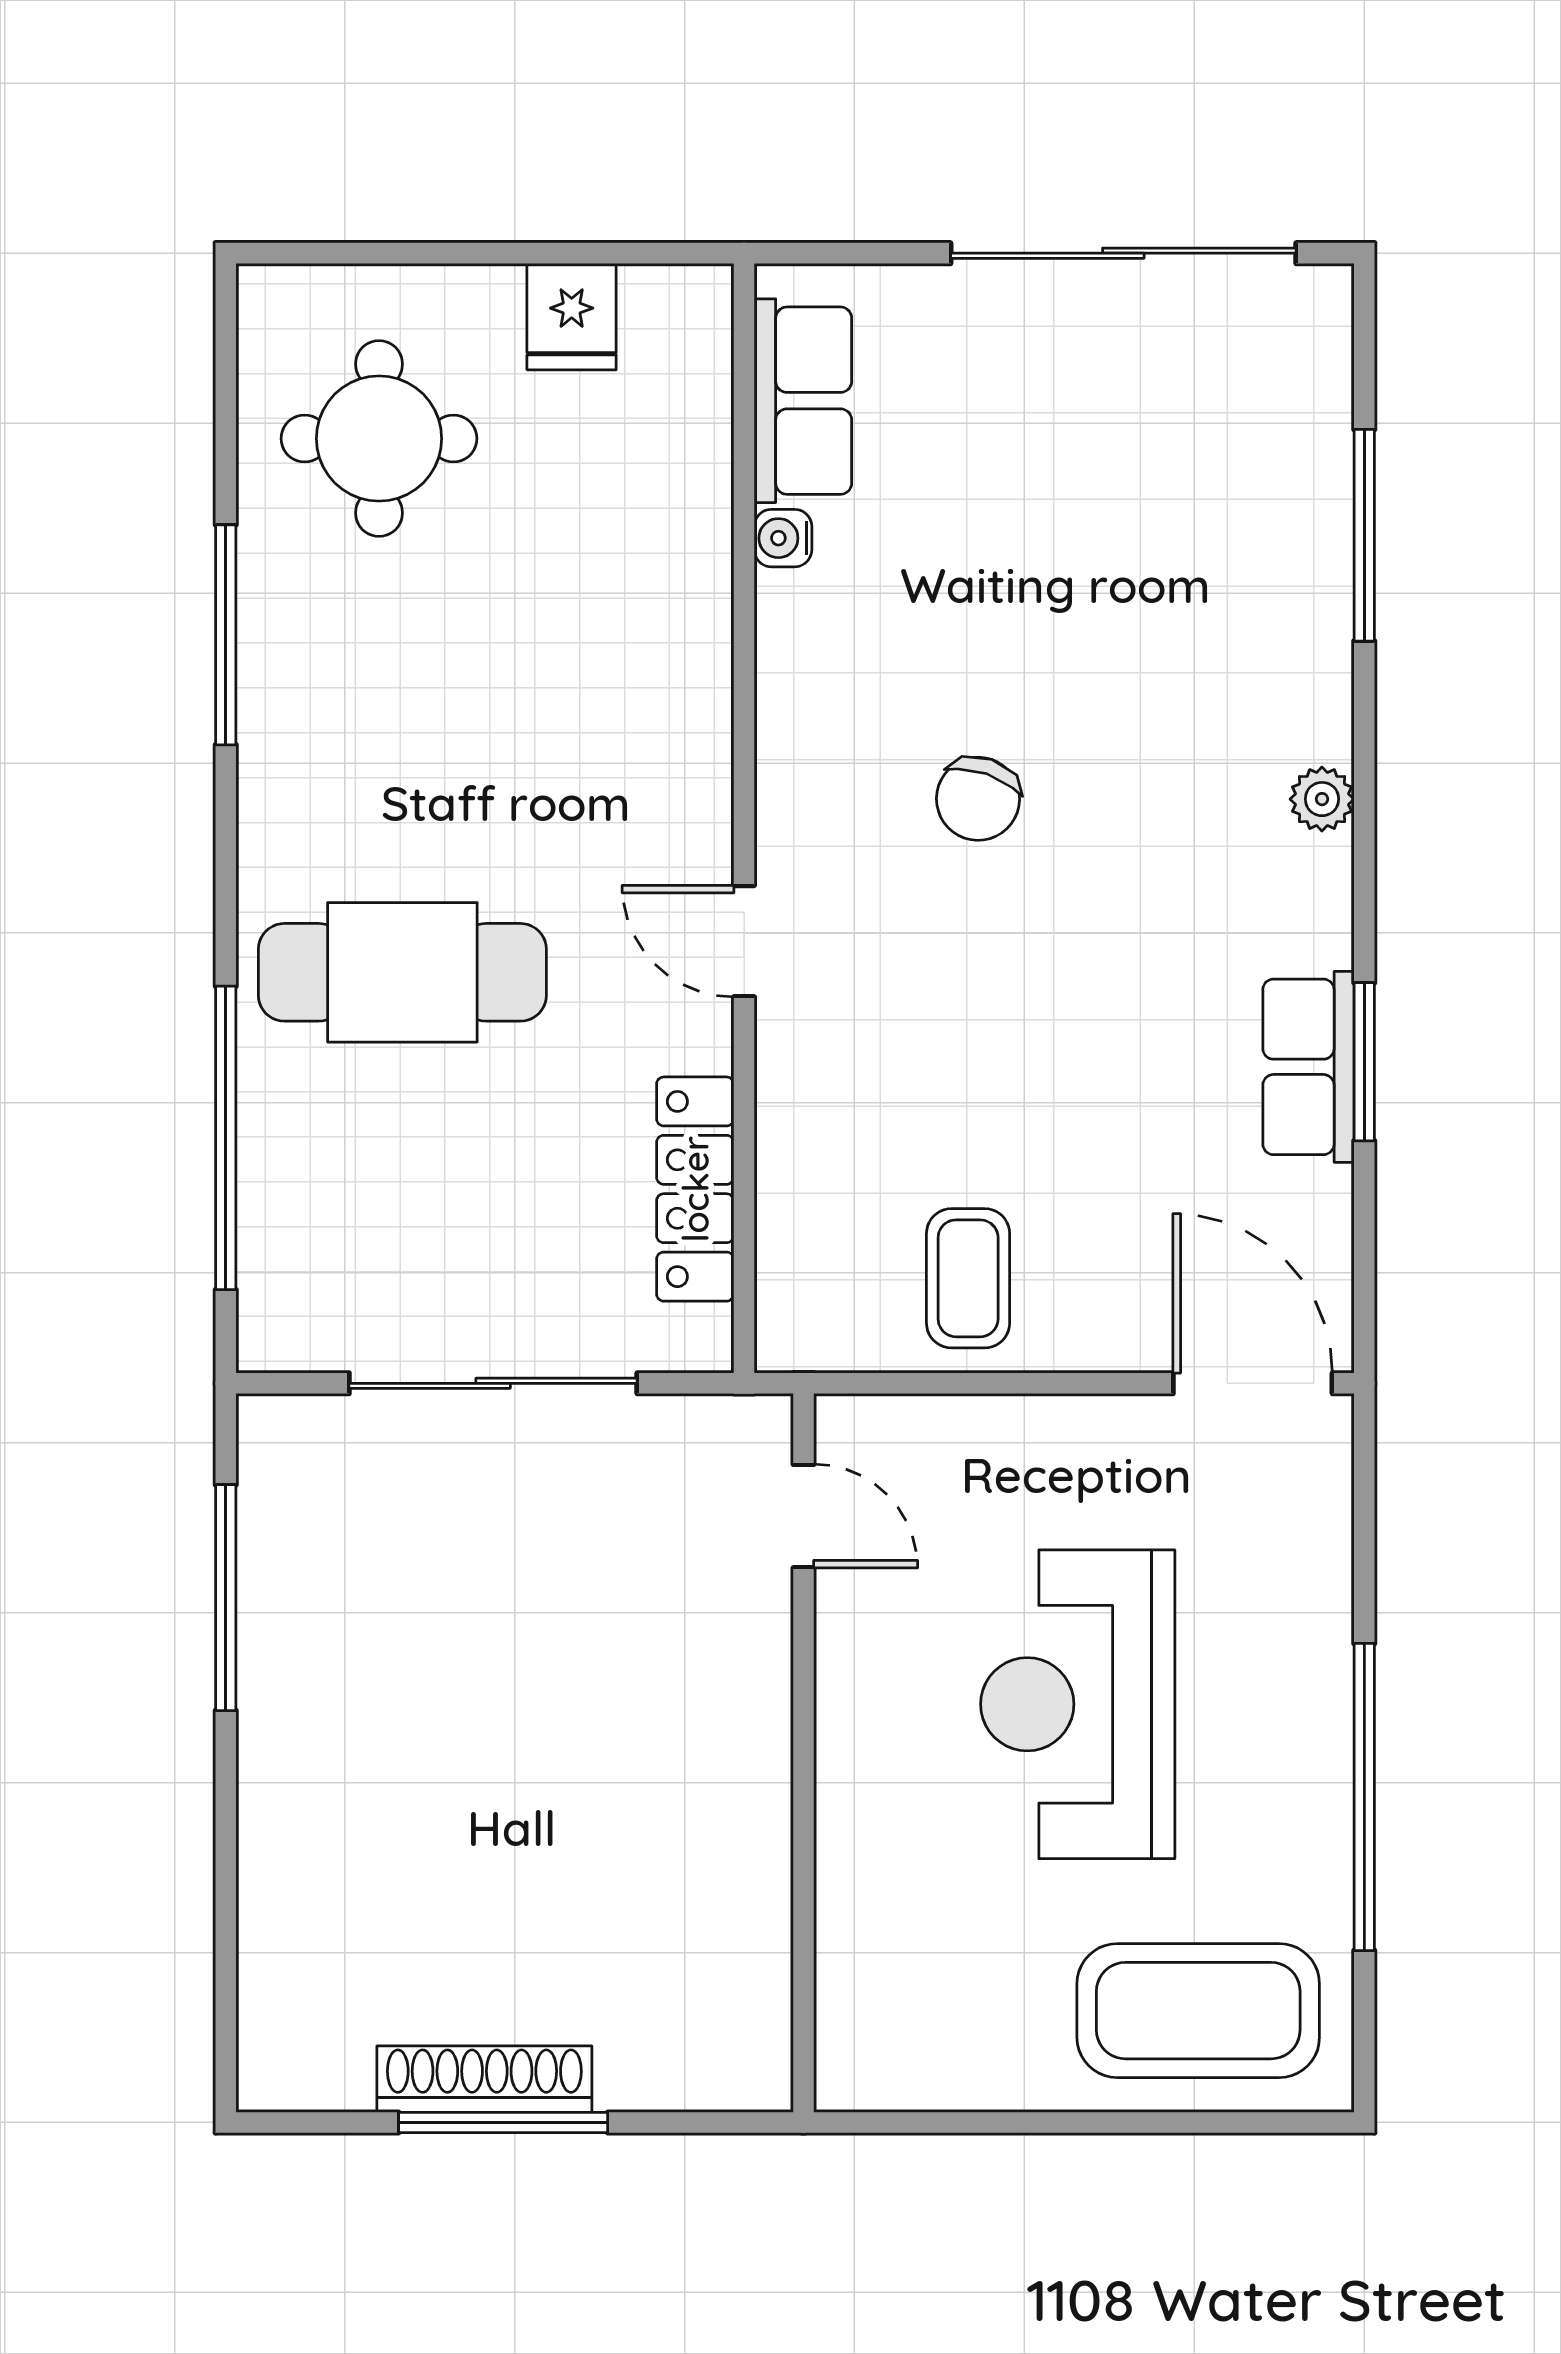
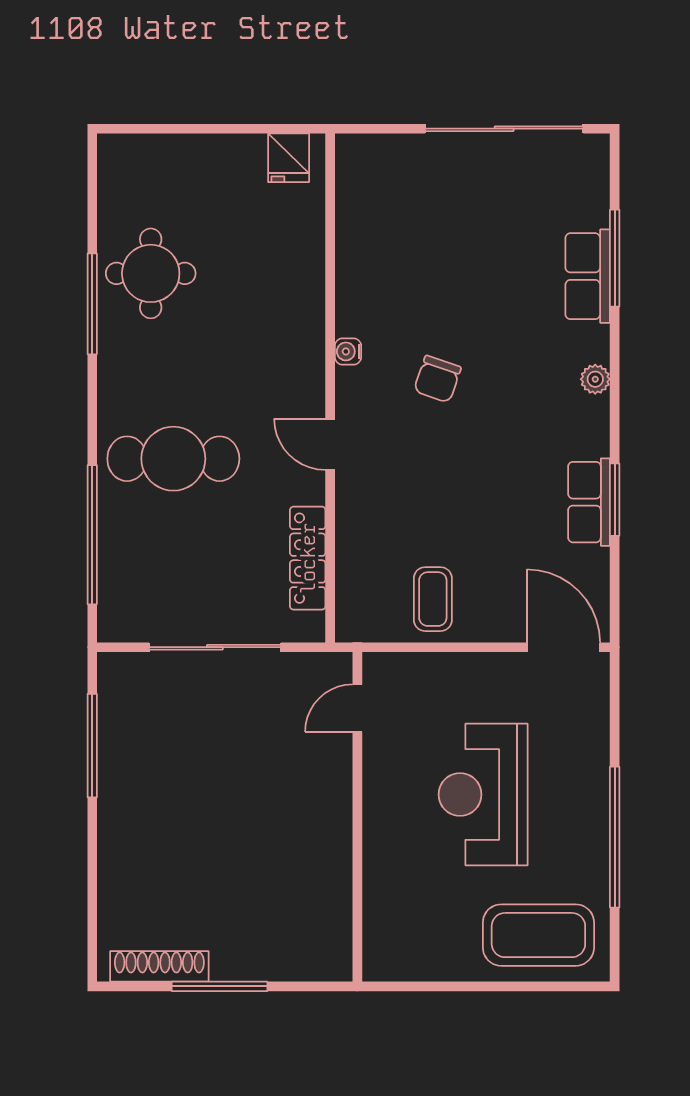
fridge: (572, 317) -> (289, 158), moved
row of seats: (803, 401) -> (588, 276), moved, turned 180
round table: (379, 439) -> (151, 273), moved
water cooler: (783, 538) -> (348, 351), moved
door: (804, 1516) -> (357, 708), swing flipped
shoe rack: (484, 2079) -> (159, 966), moved

